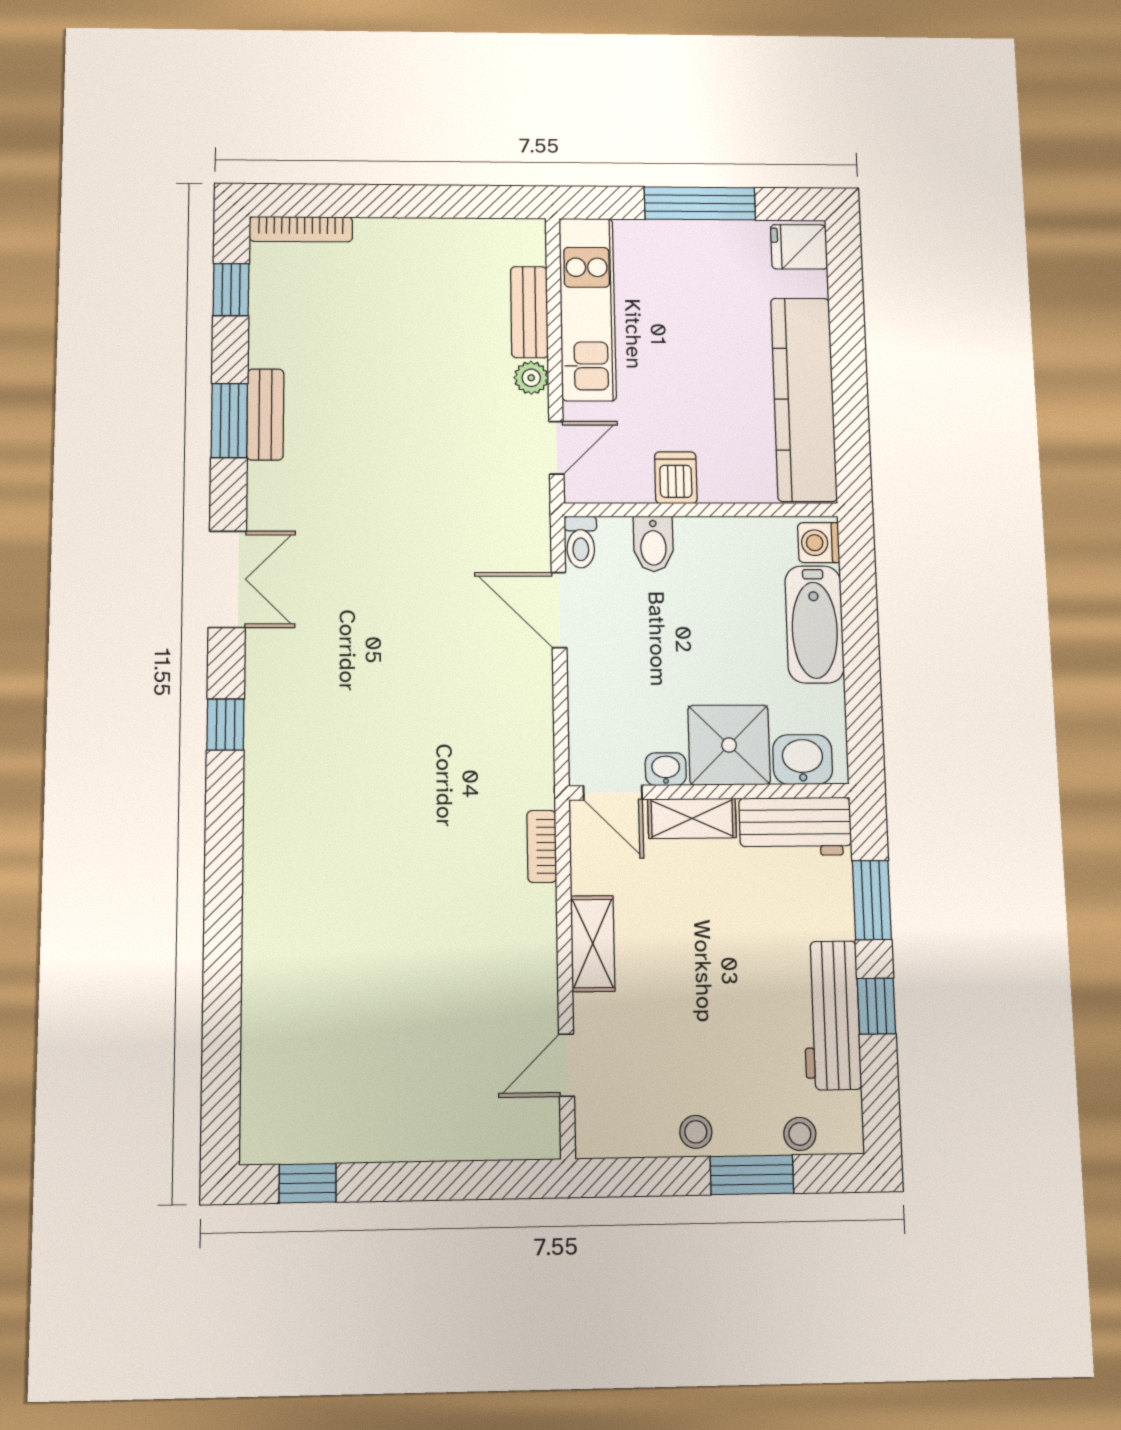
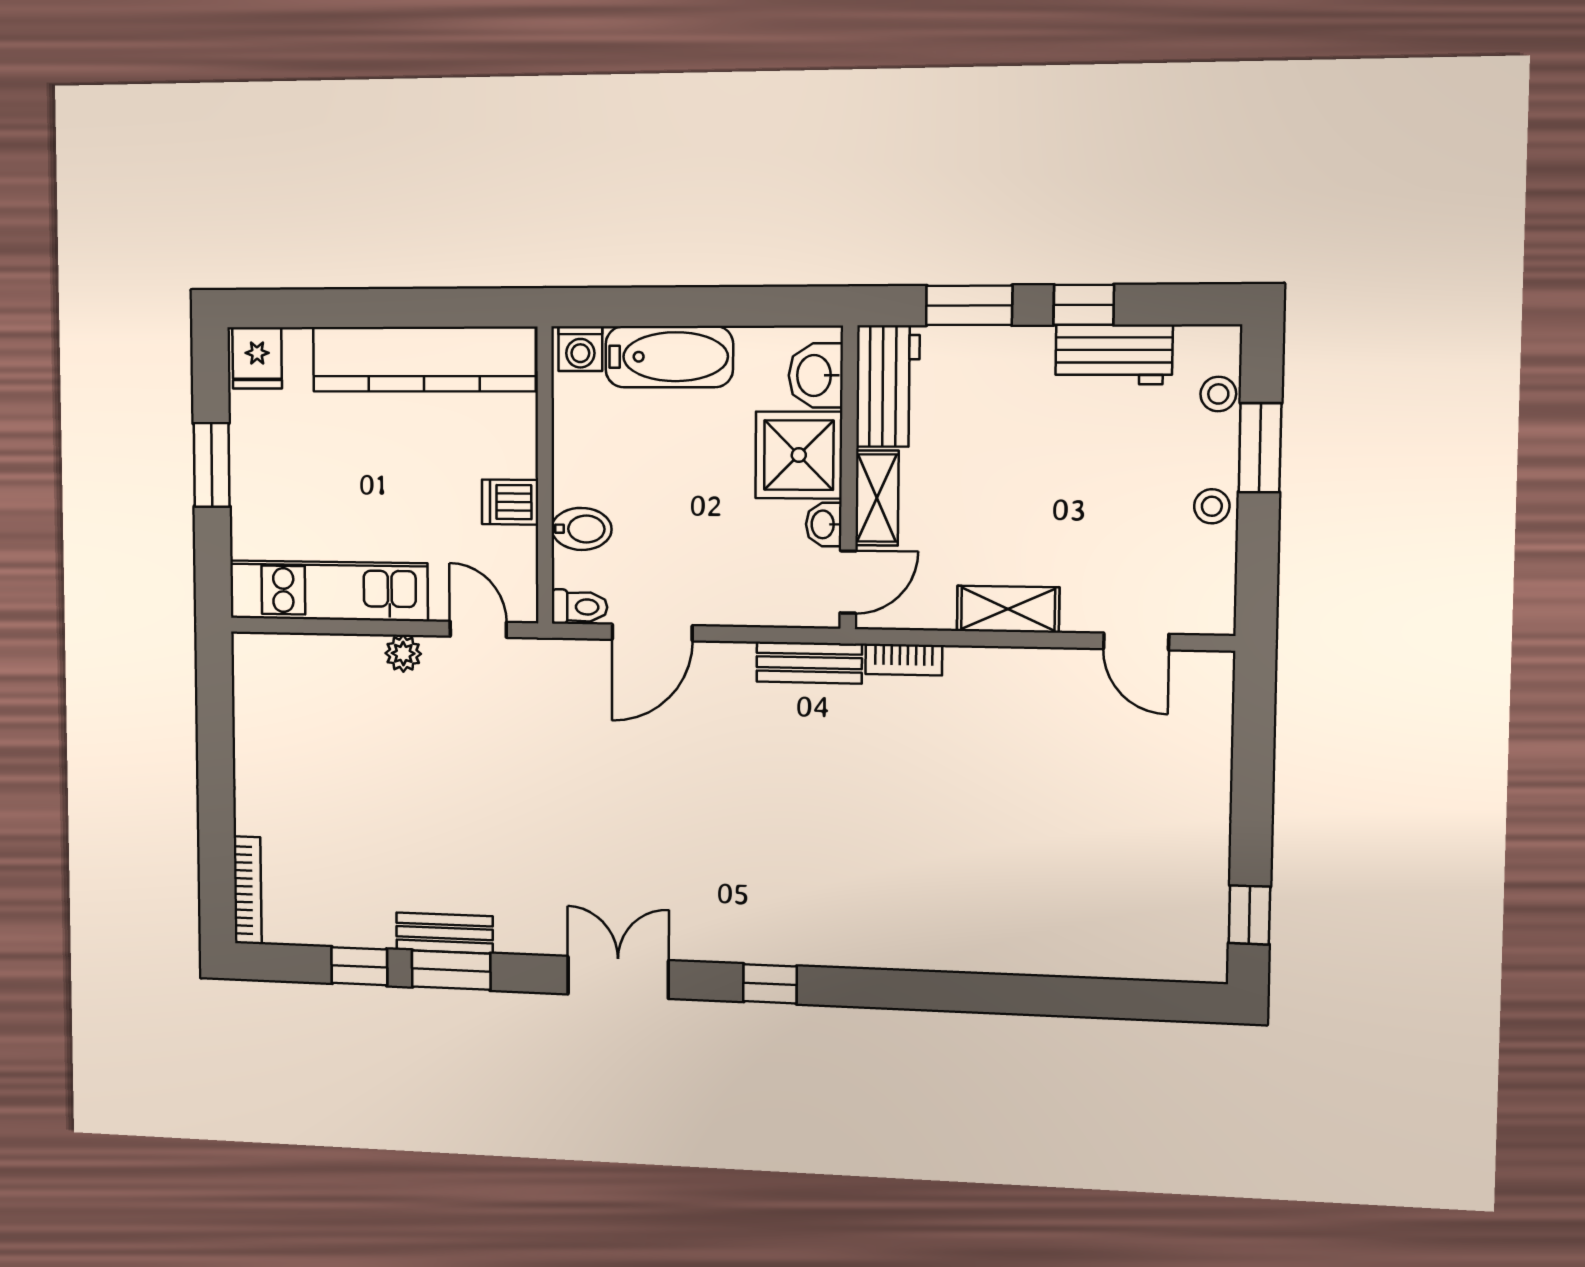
window: (700, 203) -> (212, 465), width x0.69
window: (231, 290) -> (359, 966), moved
bench: (529, 312) -> (809, 663), moved
workbench: (831, 1015) -> (1114, 355), width x0.73

